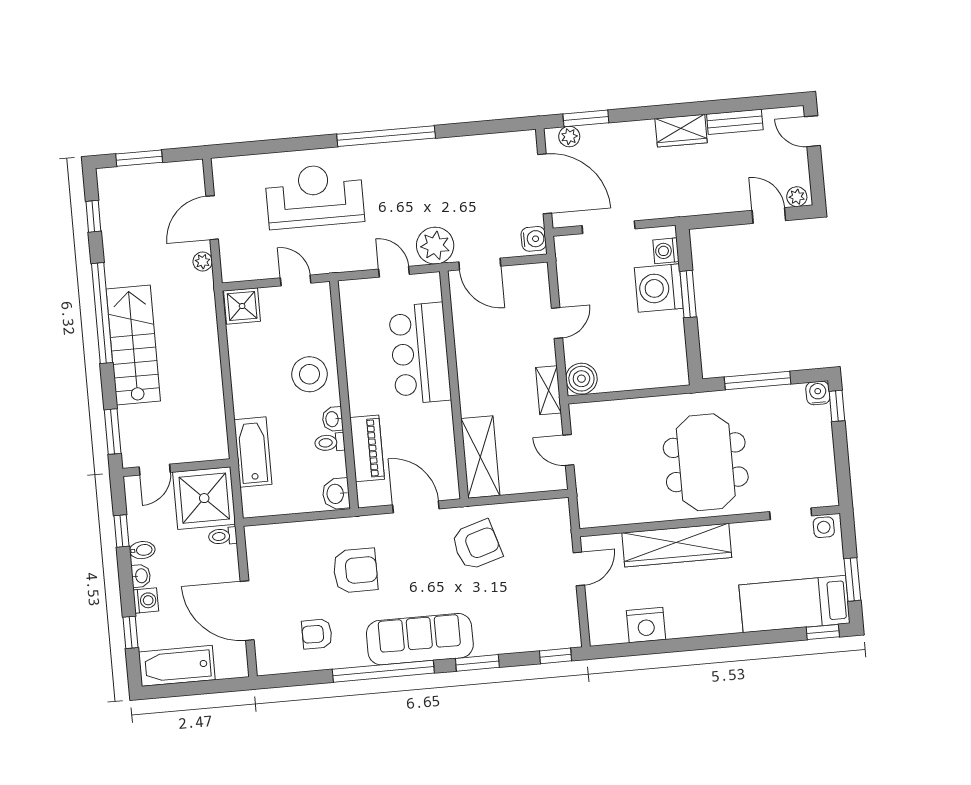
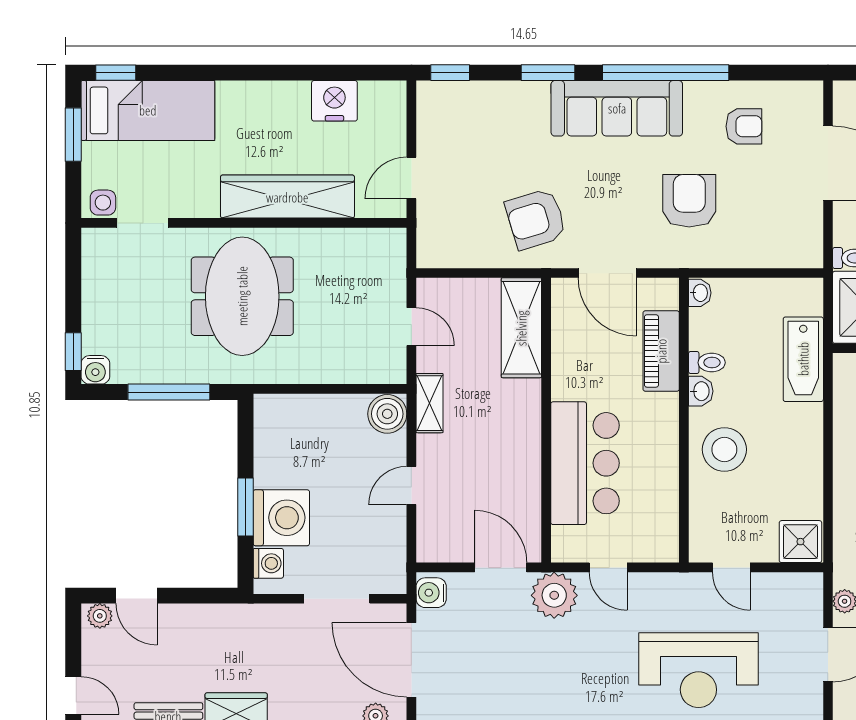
washbasin: (336, 494) -> (700, 293), width x0.72, depth x0.69
armchair: (355, 570) -> (689, 201), turned 90

